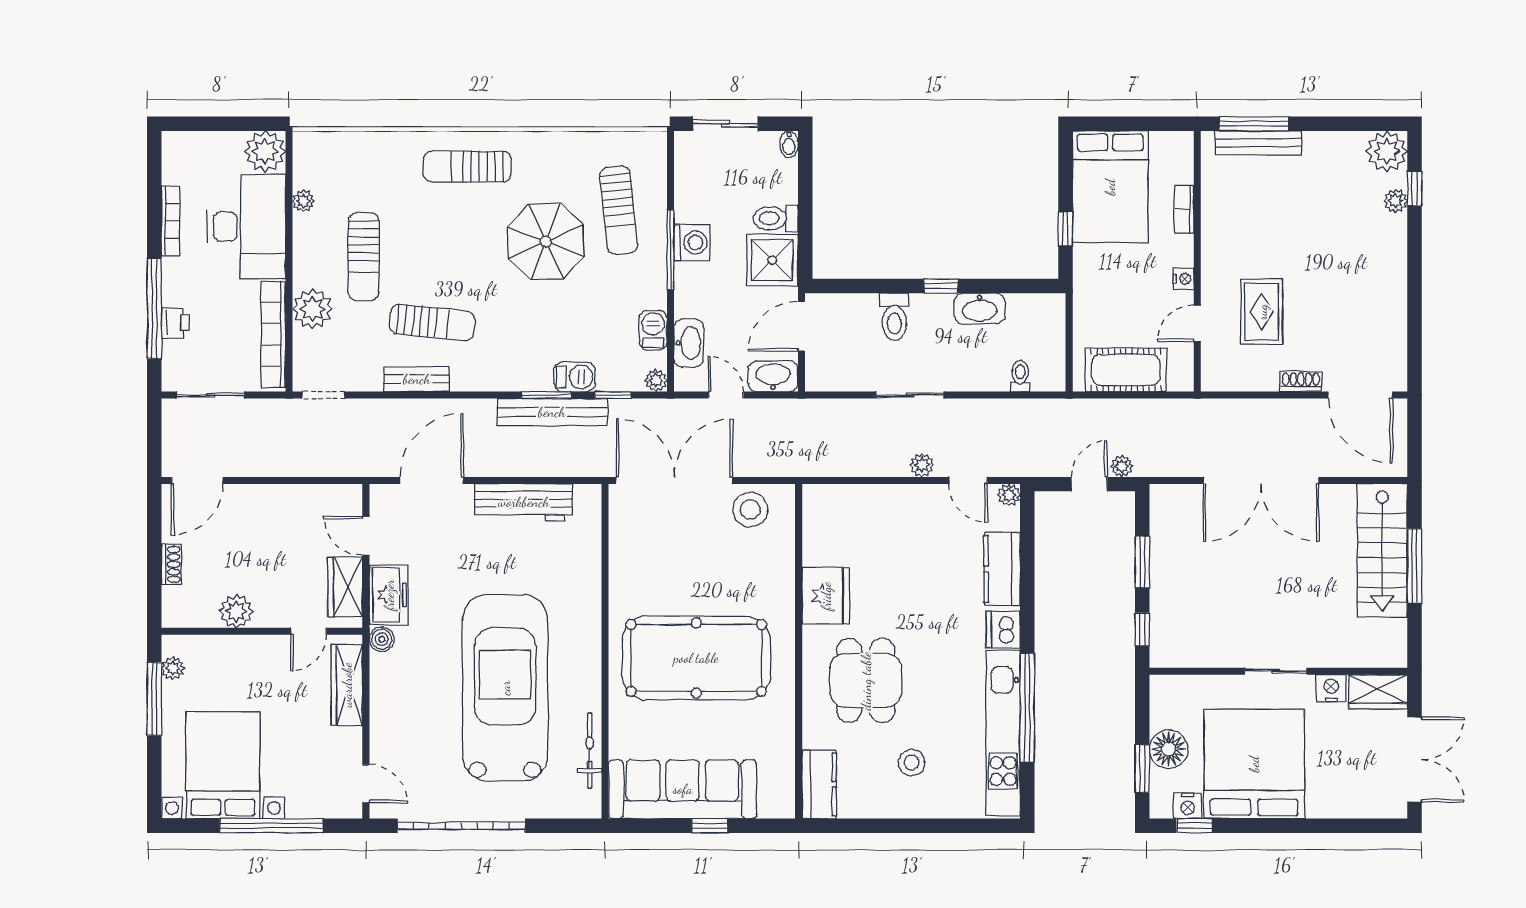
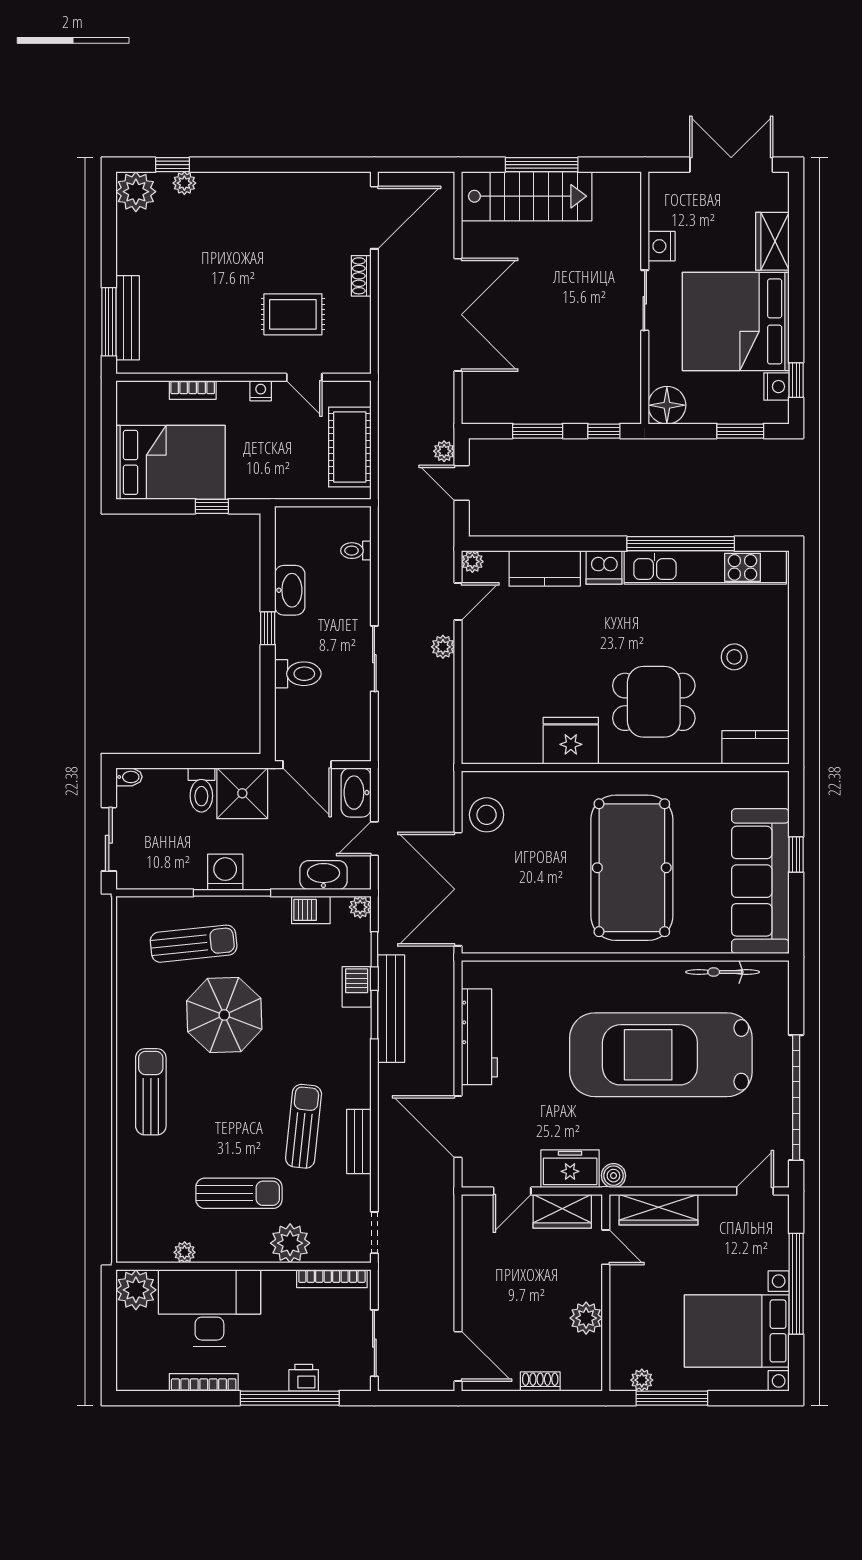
sun lounger: (467, 167) -> (151, 1092), turned 180
bookcase: (273, 334) -> (332, 1279), width x0.68, depth x0.76
wardrobe: (1378, 692) -> (772, 241), moved, turned 180
floor lamp: (1169, 749) -> (667, 405), moved

